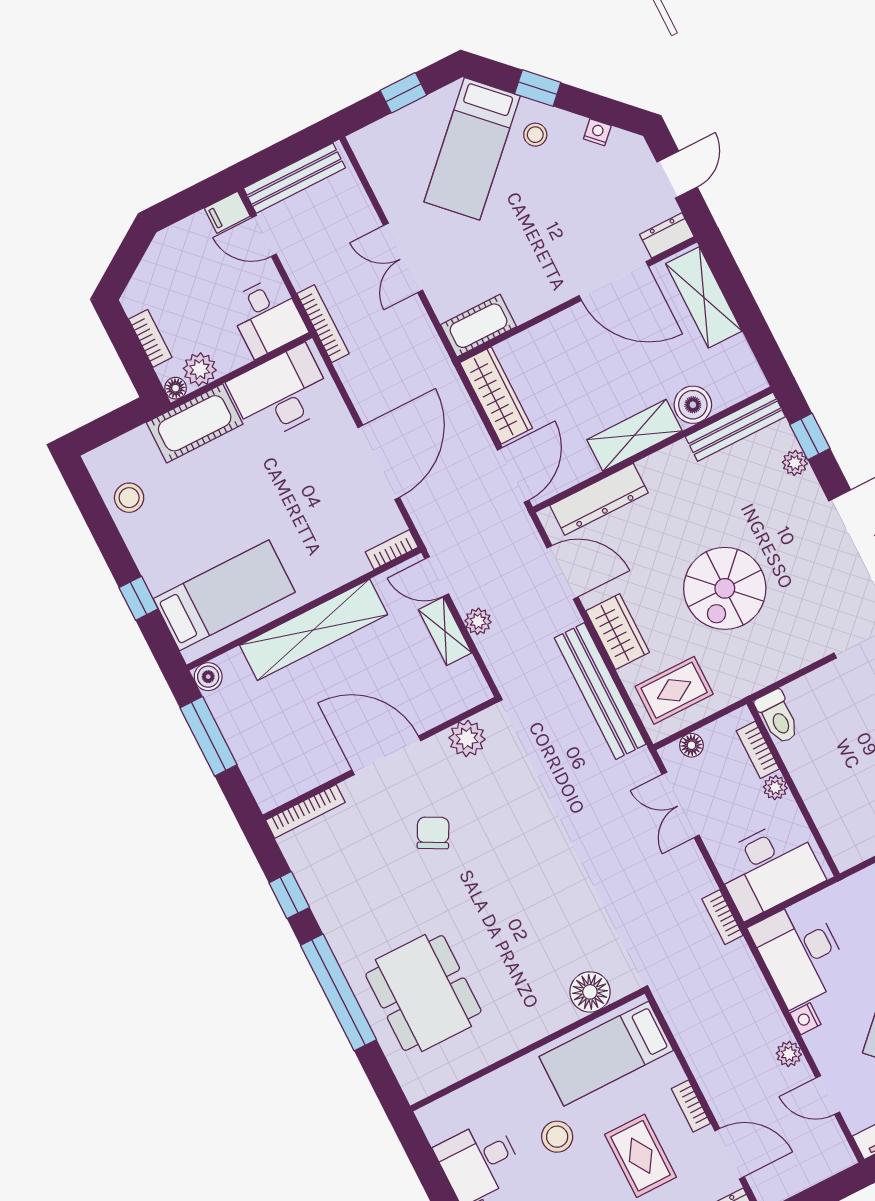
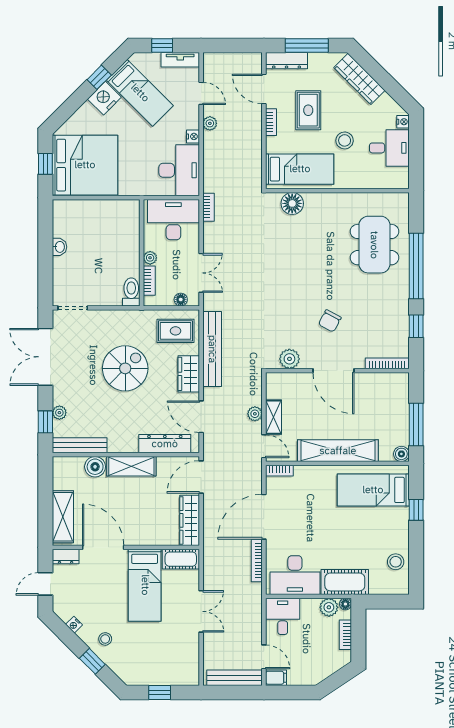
bed: (472, 149) -> (145, 585), moved, turned 135
bookcase: (323, 324) -> (257, 560), moved

